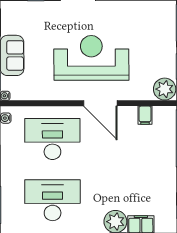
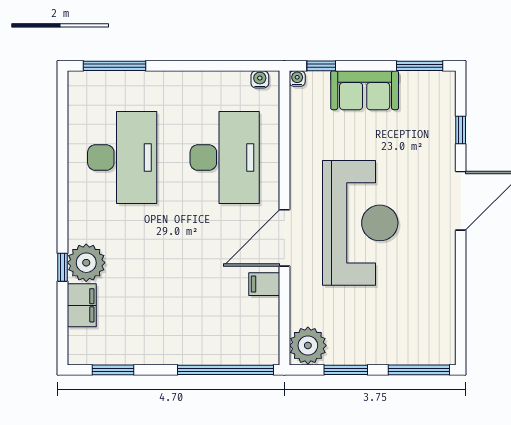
filing cabinet: (145, 115) -> (264, 284), moved

